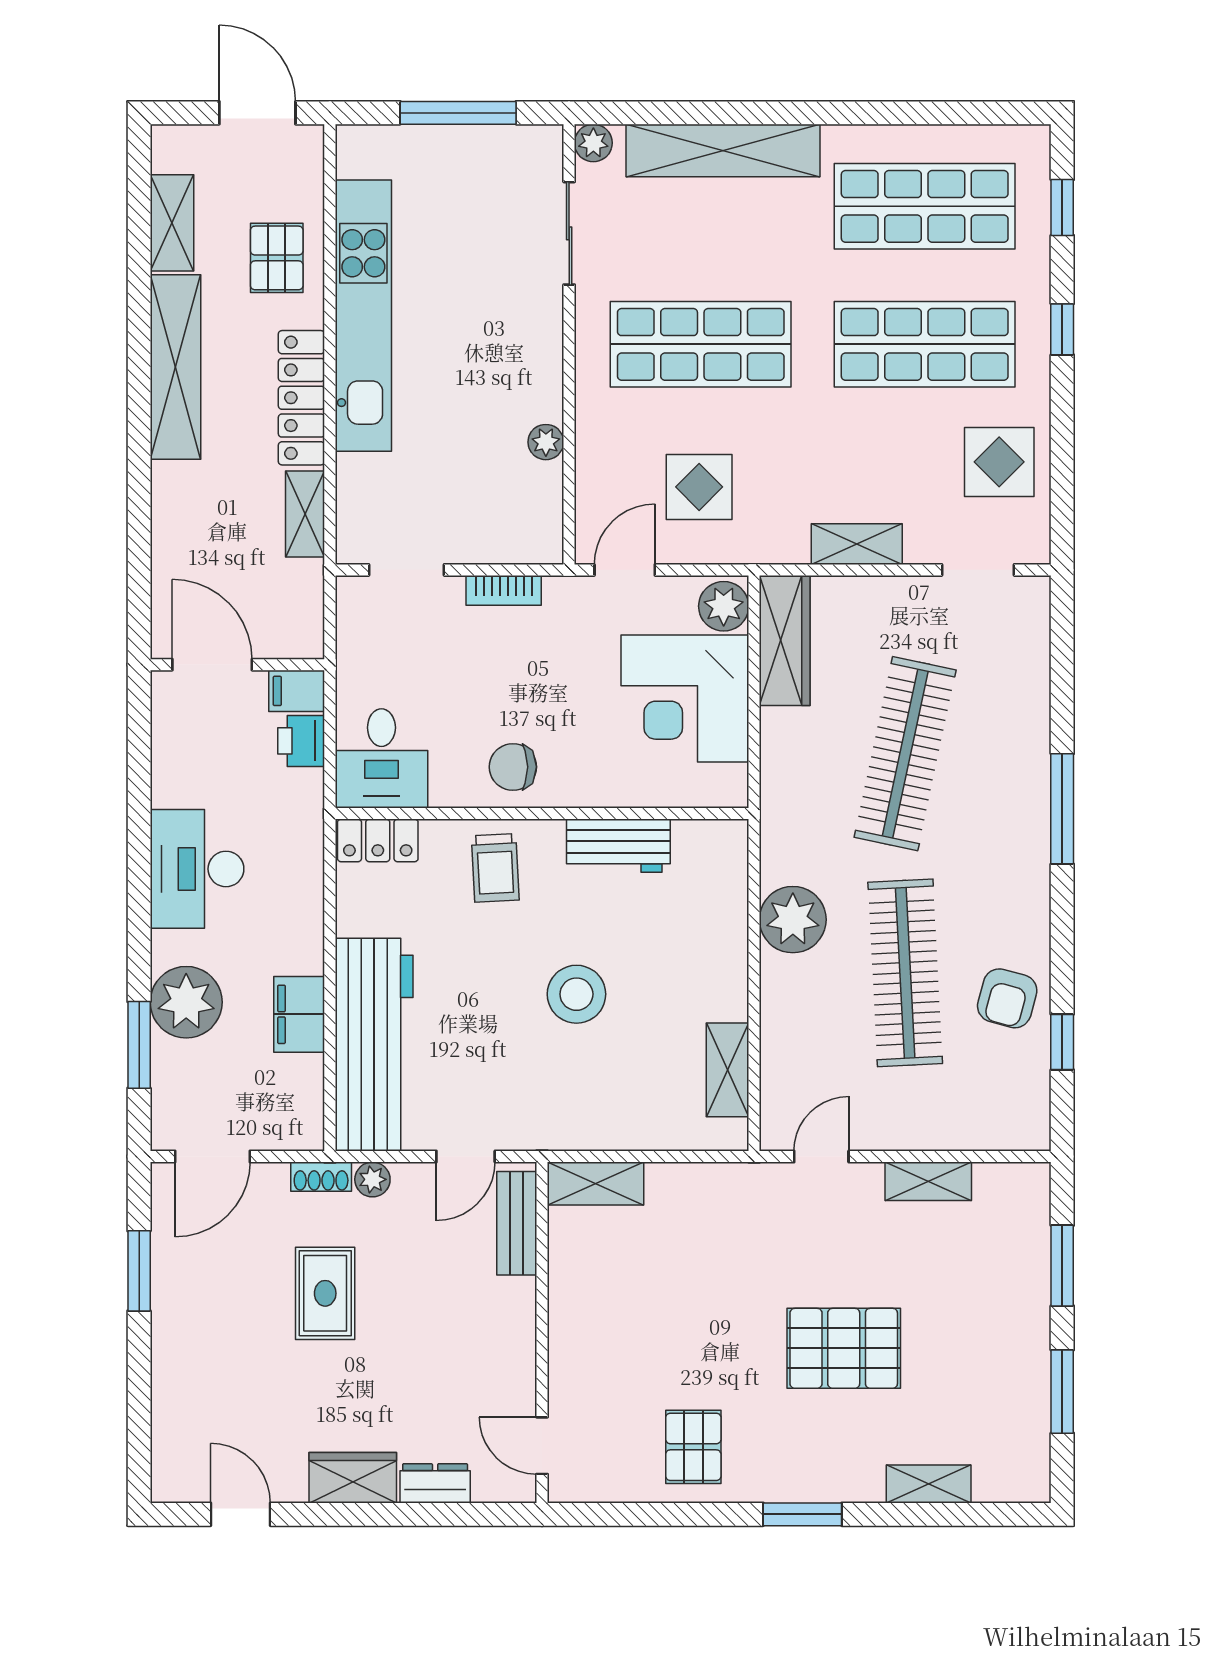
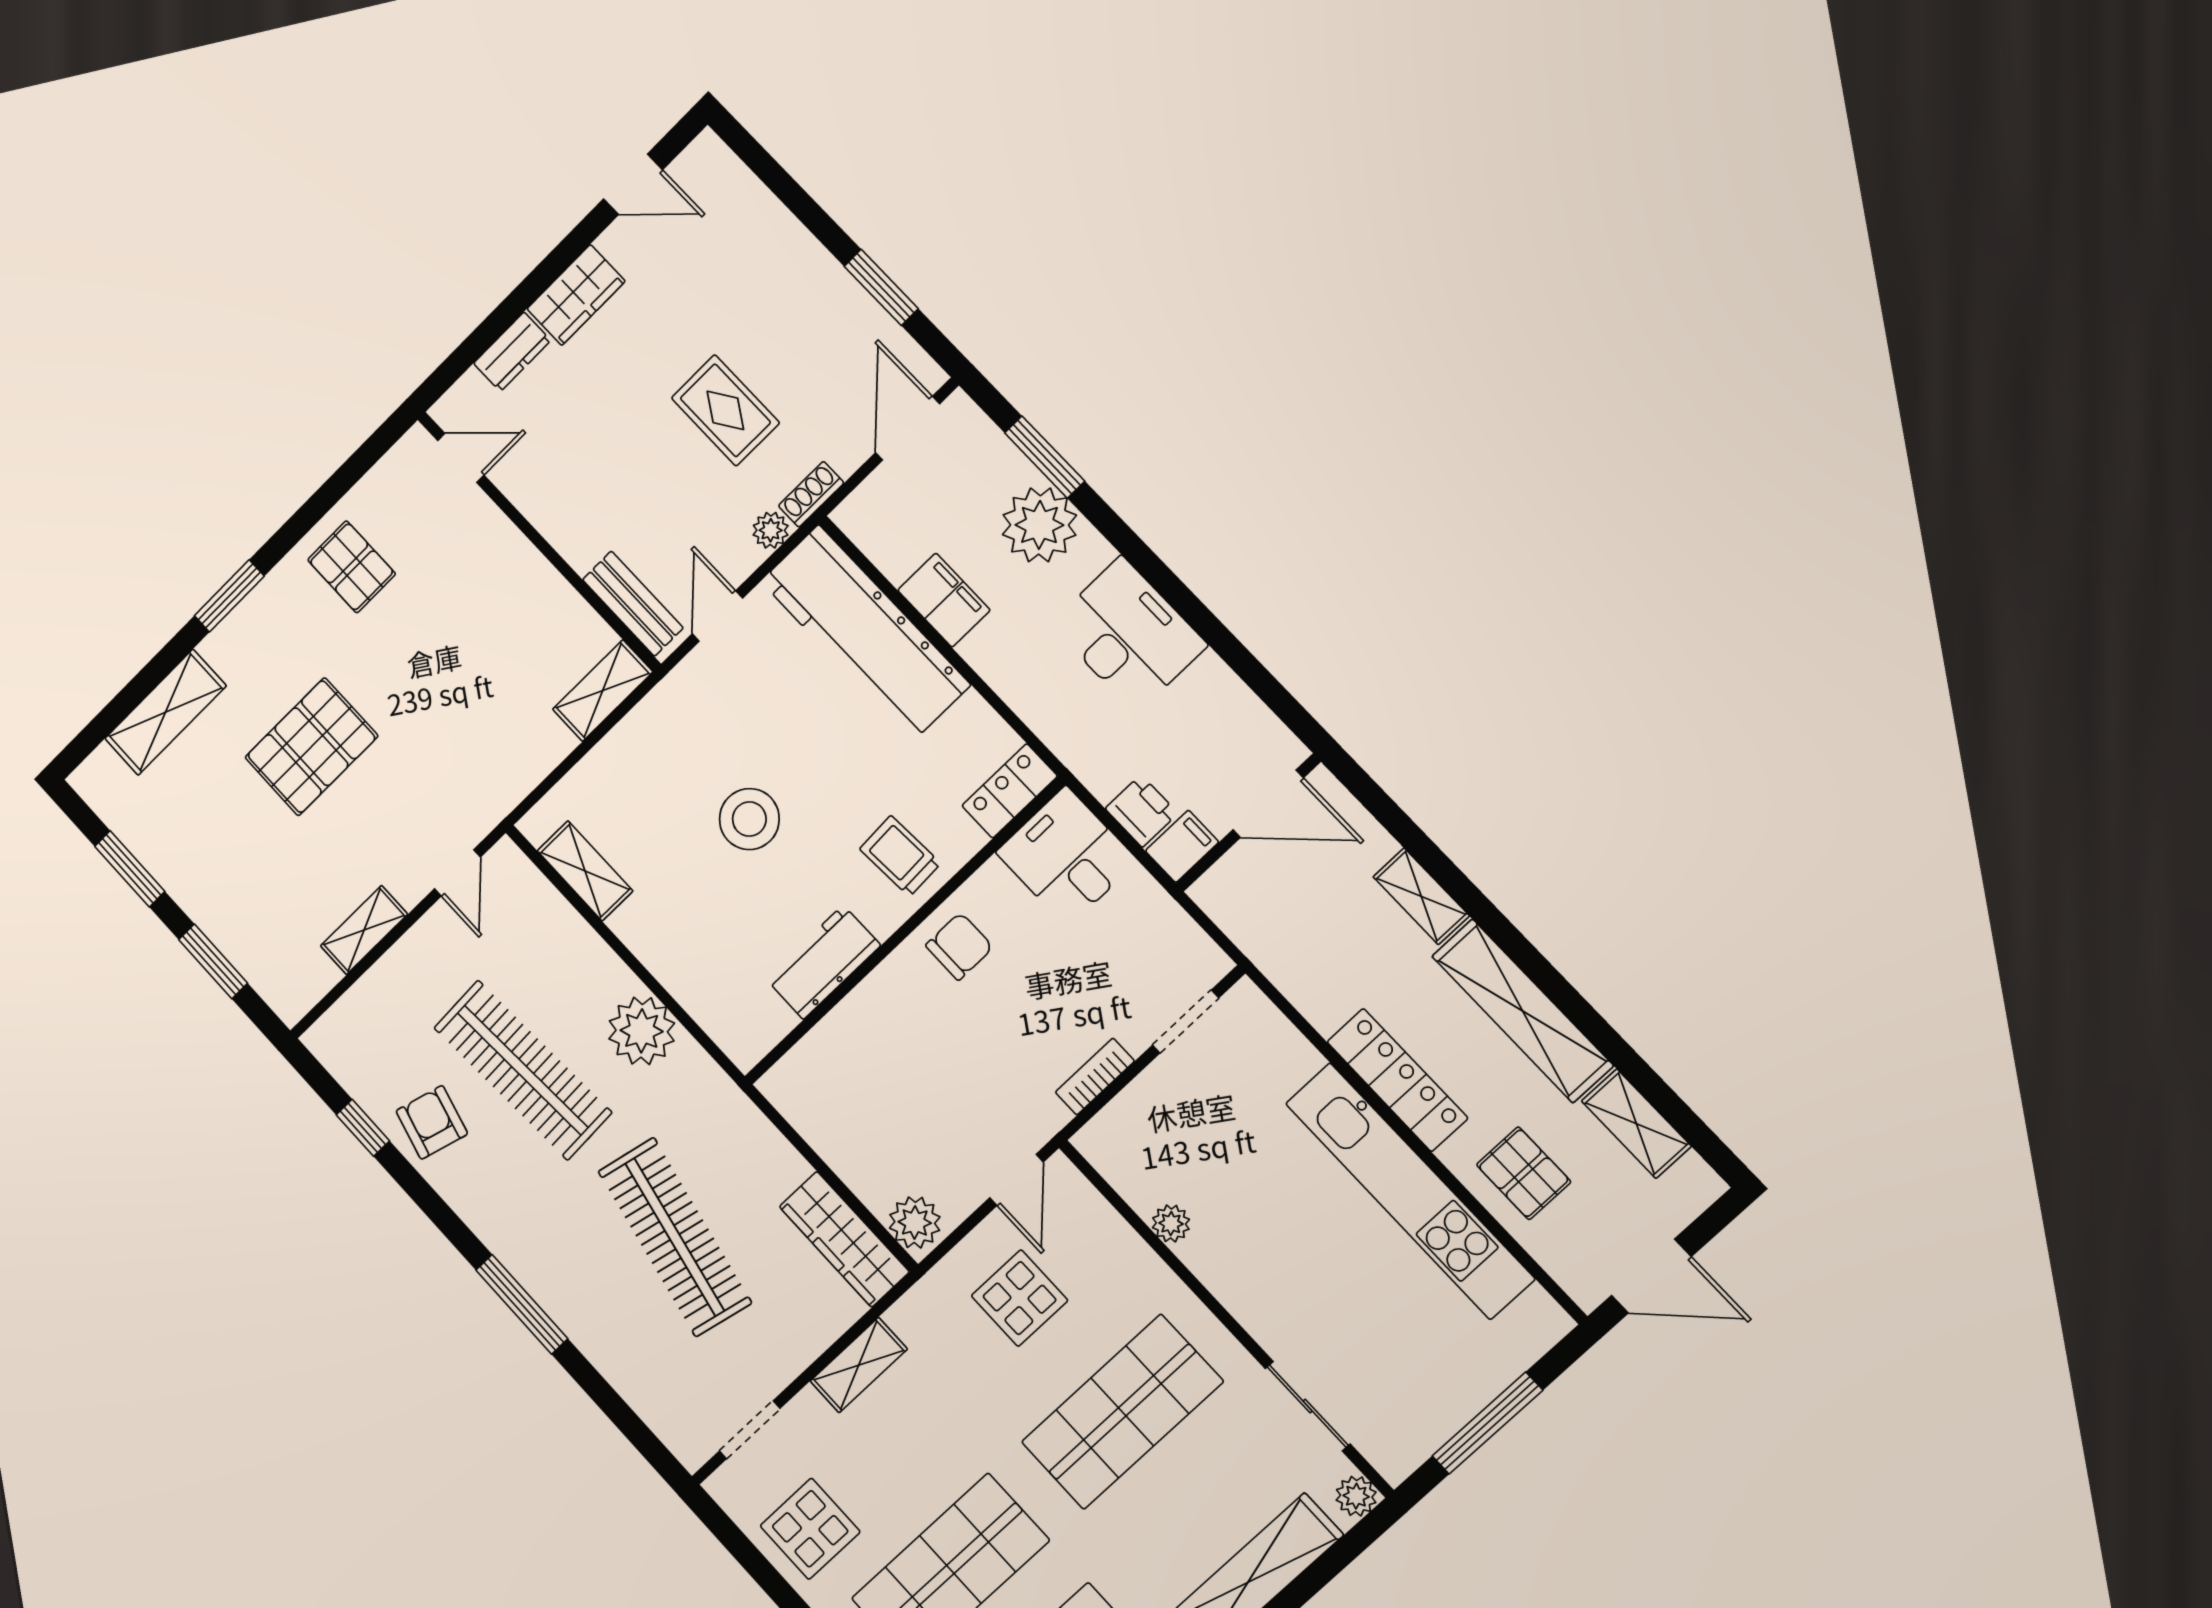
shelving: (305, 514) -> (1421, 896), moved
corner desk: (685, 699) -> (878, 1123), removed
shelving: (929, 1484) -> (165, 712), width x1.50, depth x1.33

